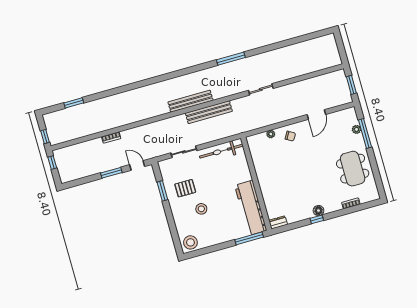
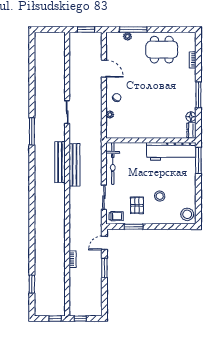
bench: (190, 101) -> (60, 162), moved
trolley: (168, 170) -> (116, 216), added
floor lamp: (318, 211) -> (191, 117), moved
window: (317, 219) -> (198, 95), width x2.17

